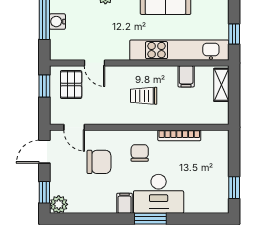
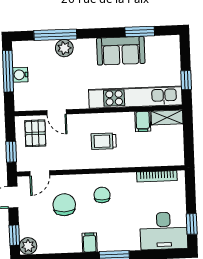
shelving: (221, 85) -> (167, 117), moved, turned 90
window: (44, 86) -> (11, 152), moved
door: (74, 127) -> (40, 173), hinge flipped
bookcase: (179, 135) -> (157, 176), moved
chair: (99, 162) -> (64, 205), turned -90
desk: (159, 194) -> (164, 231), moved

